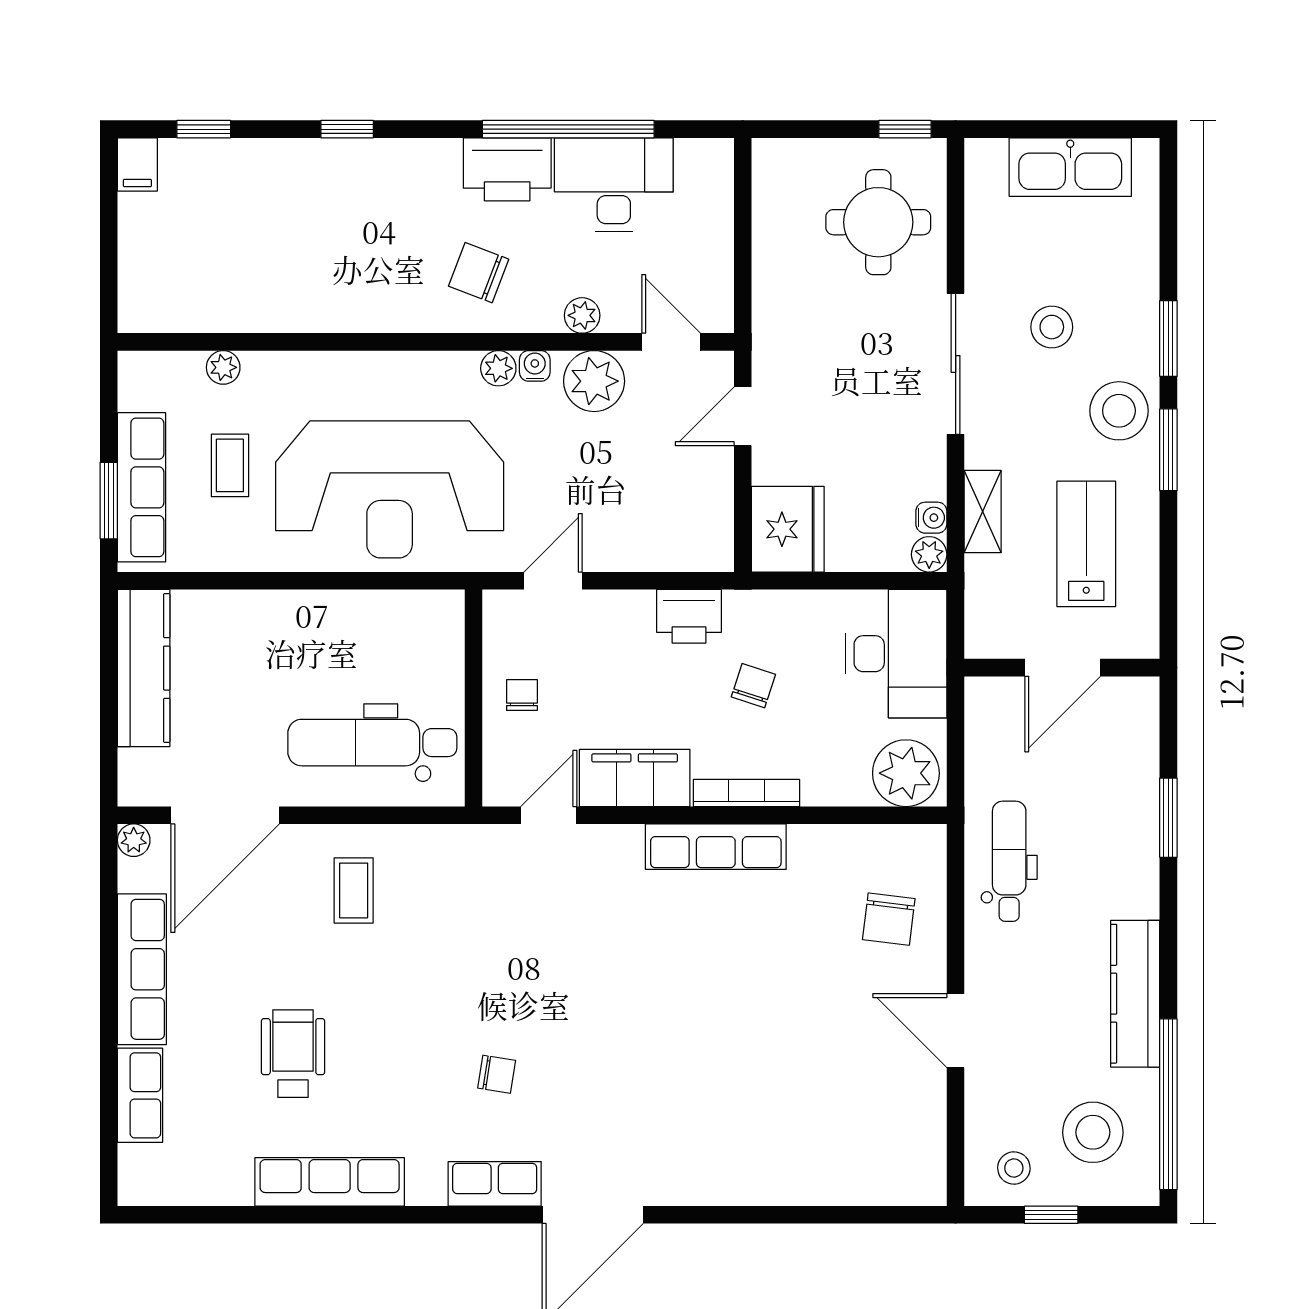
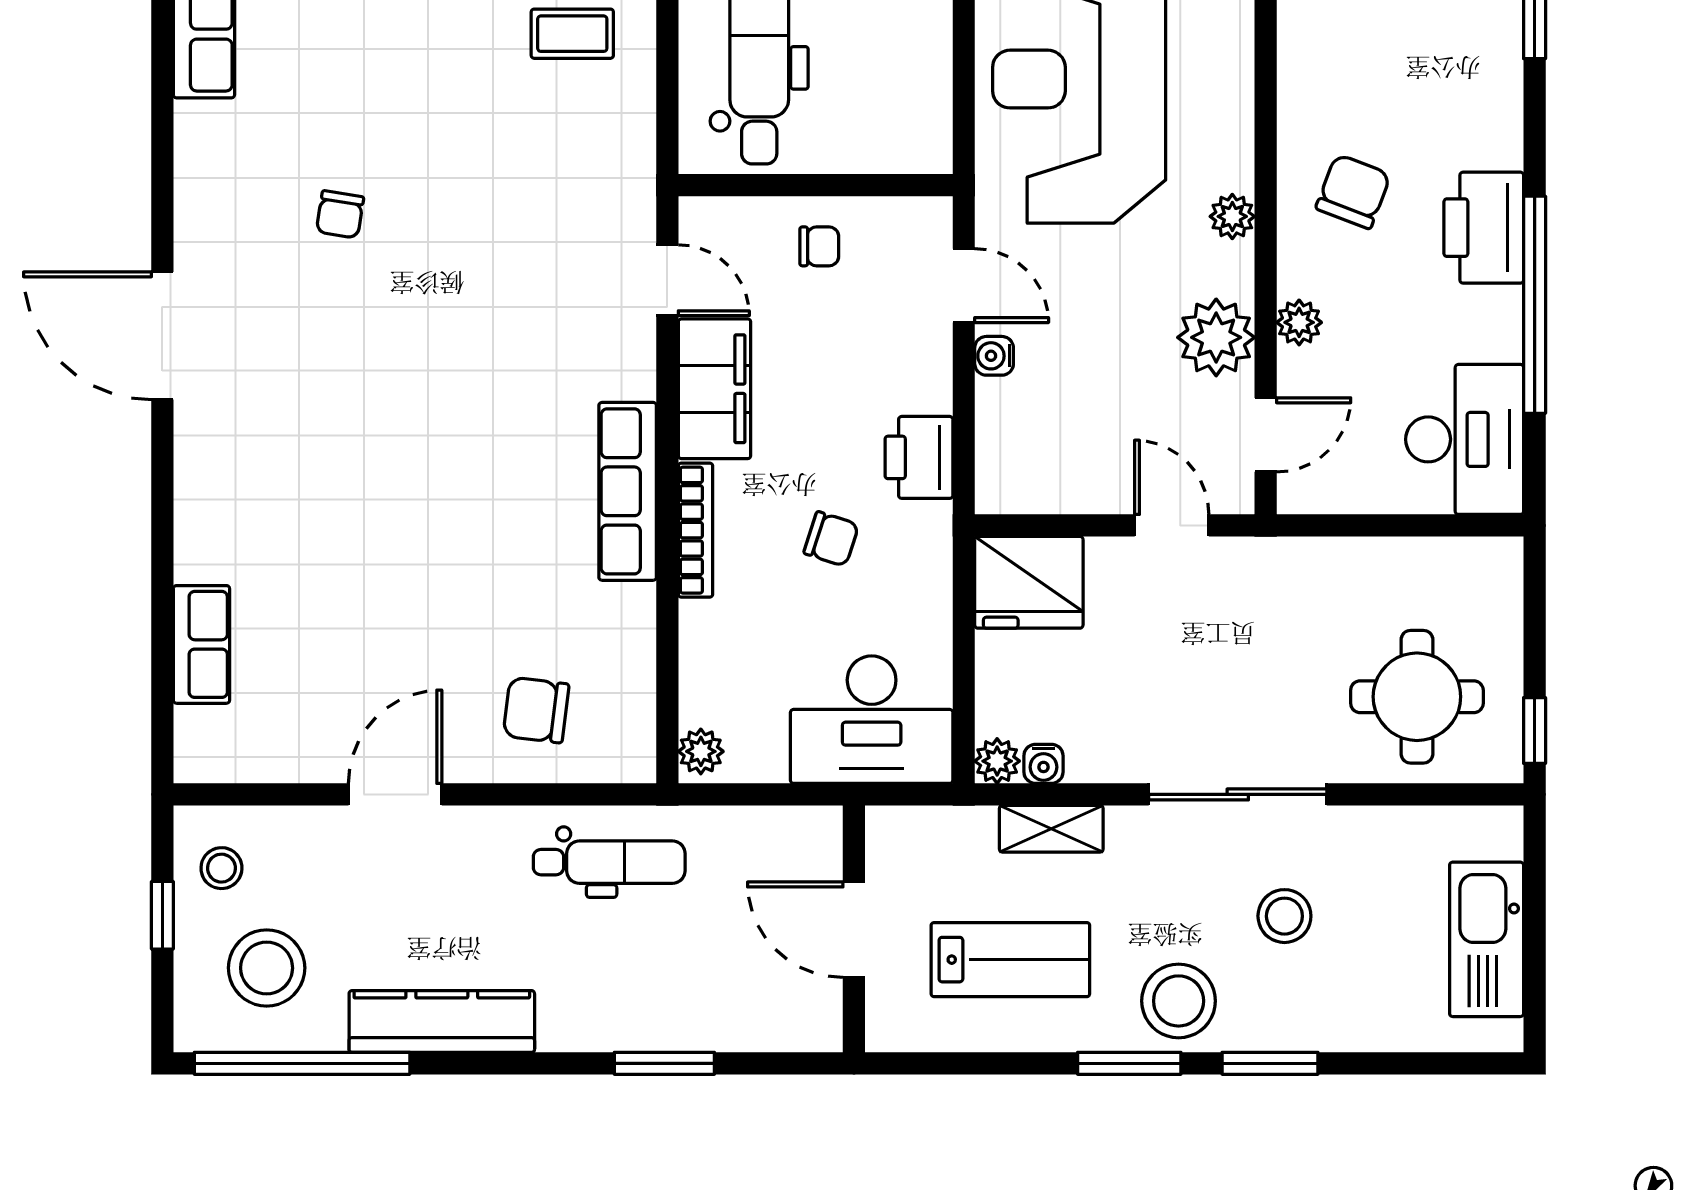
desk: (614, 184) -> (1465, 439), moved
water cooler: (535, 366) -> (994, 356), moved, turned 180
plant: (906, 773) -> (701, 751), width x0.53, depth x0.53
row of seats: (495, 1184) -> (201, 644), moved

